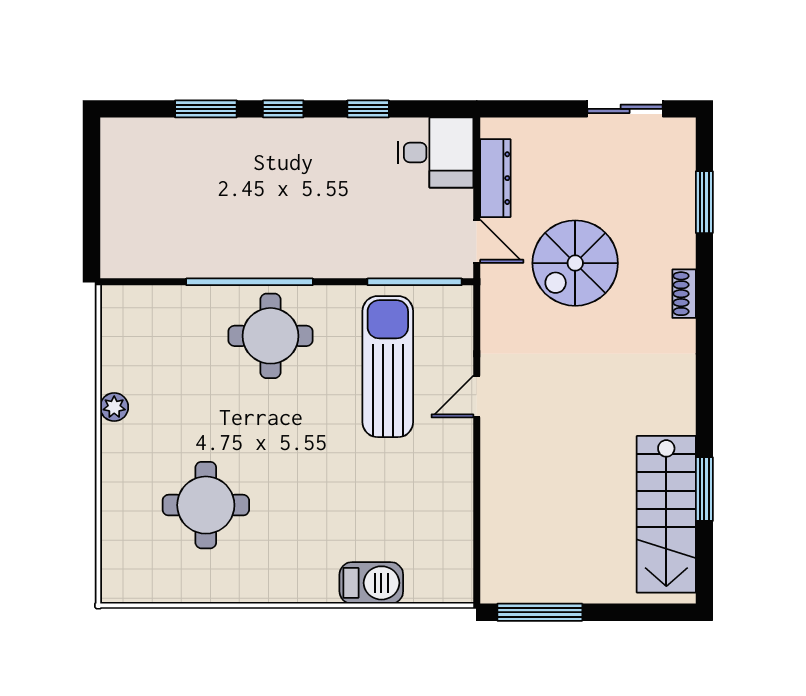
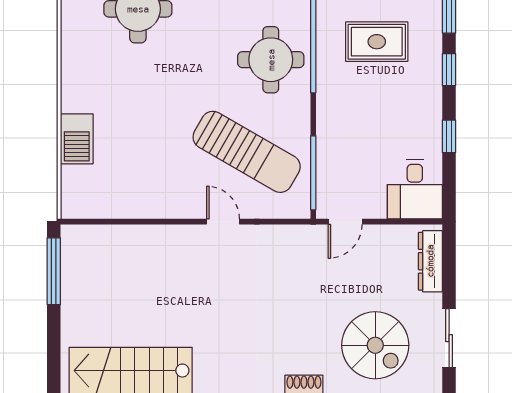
dresser: (495, 178) -> (430, 261), moved, turned 90
rug: (248, 201) -> (377, 42), added
spiral stairs: (575, 263) -> (375, 345), moved, turned 180
sun lounger: (388, 367) -> (247, 152), turned 30

